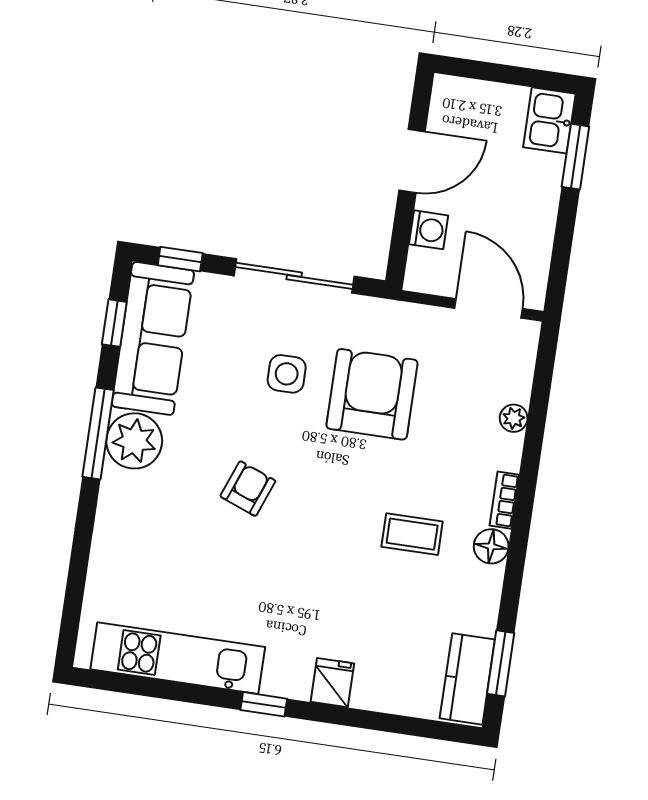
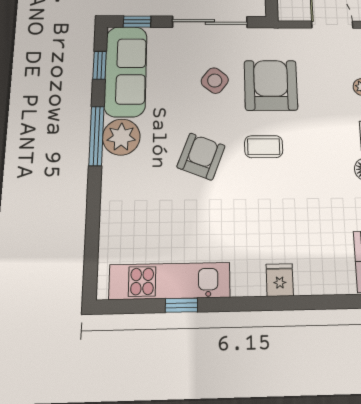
side table: (287, 374) -> (215, 81), turned 38
armchair: (248, 489) -> (201, 157), width x1.38, depth x1.38
coffee table: (412, 534) -> (264, 147), moved
window: (264, 704) -> (181, 305), moved

